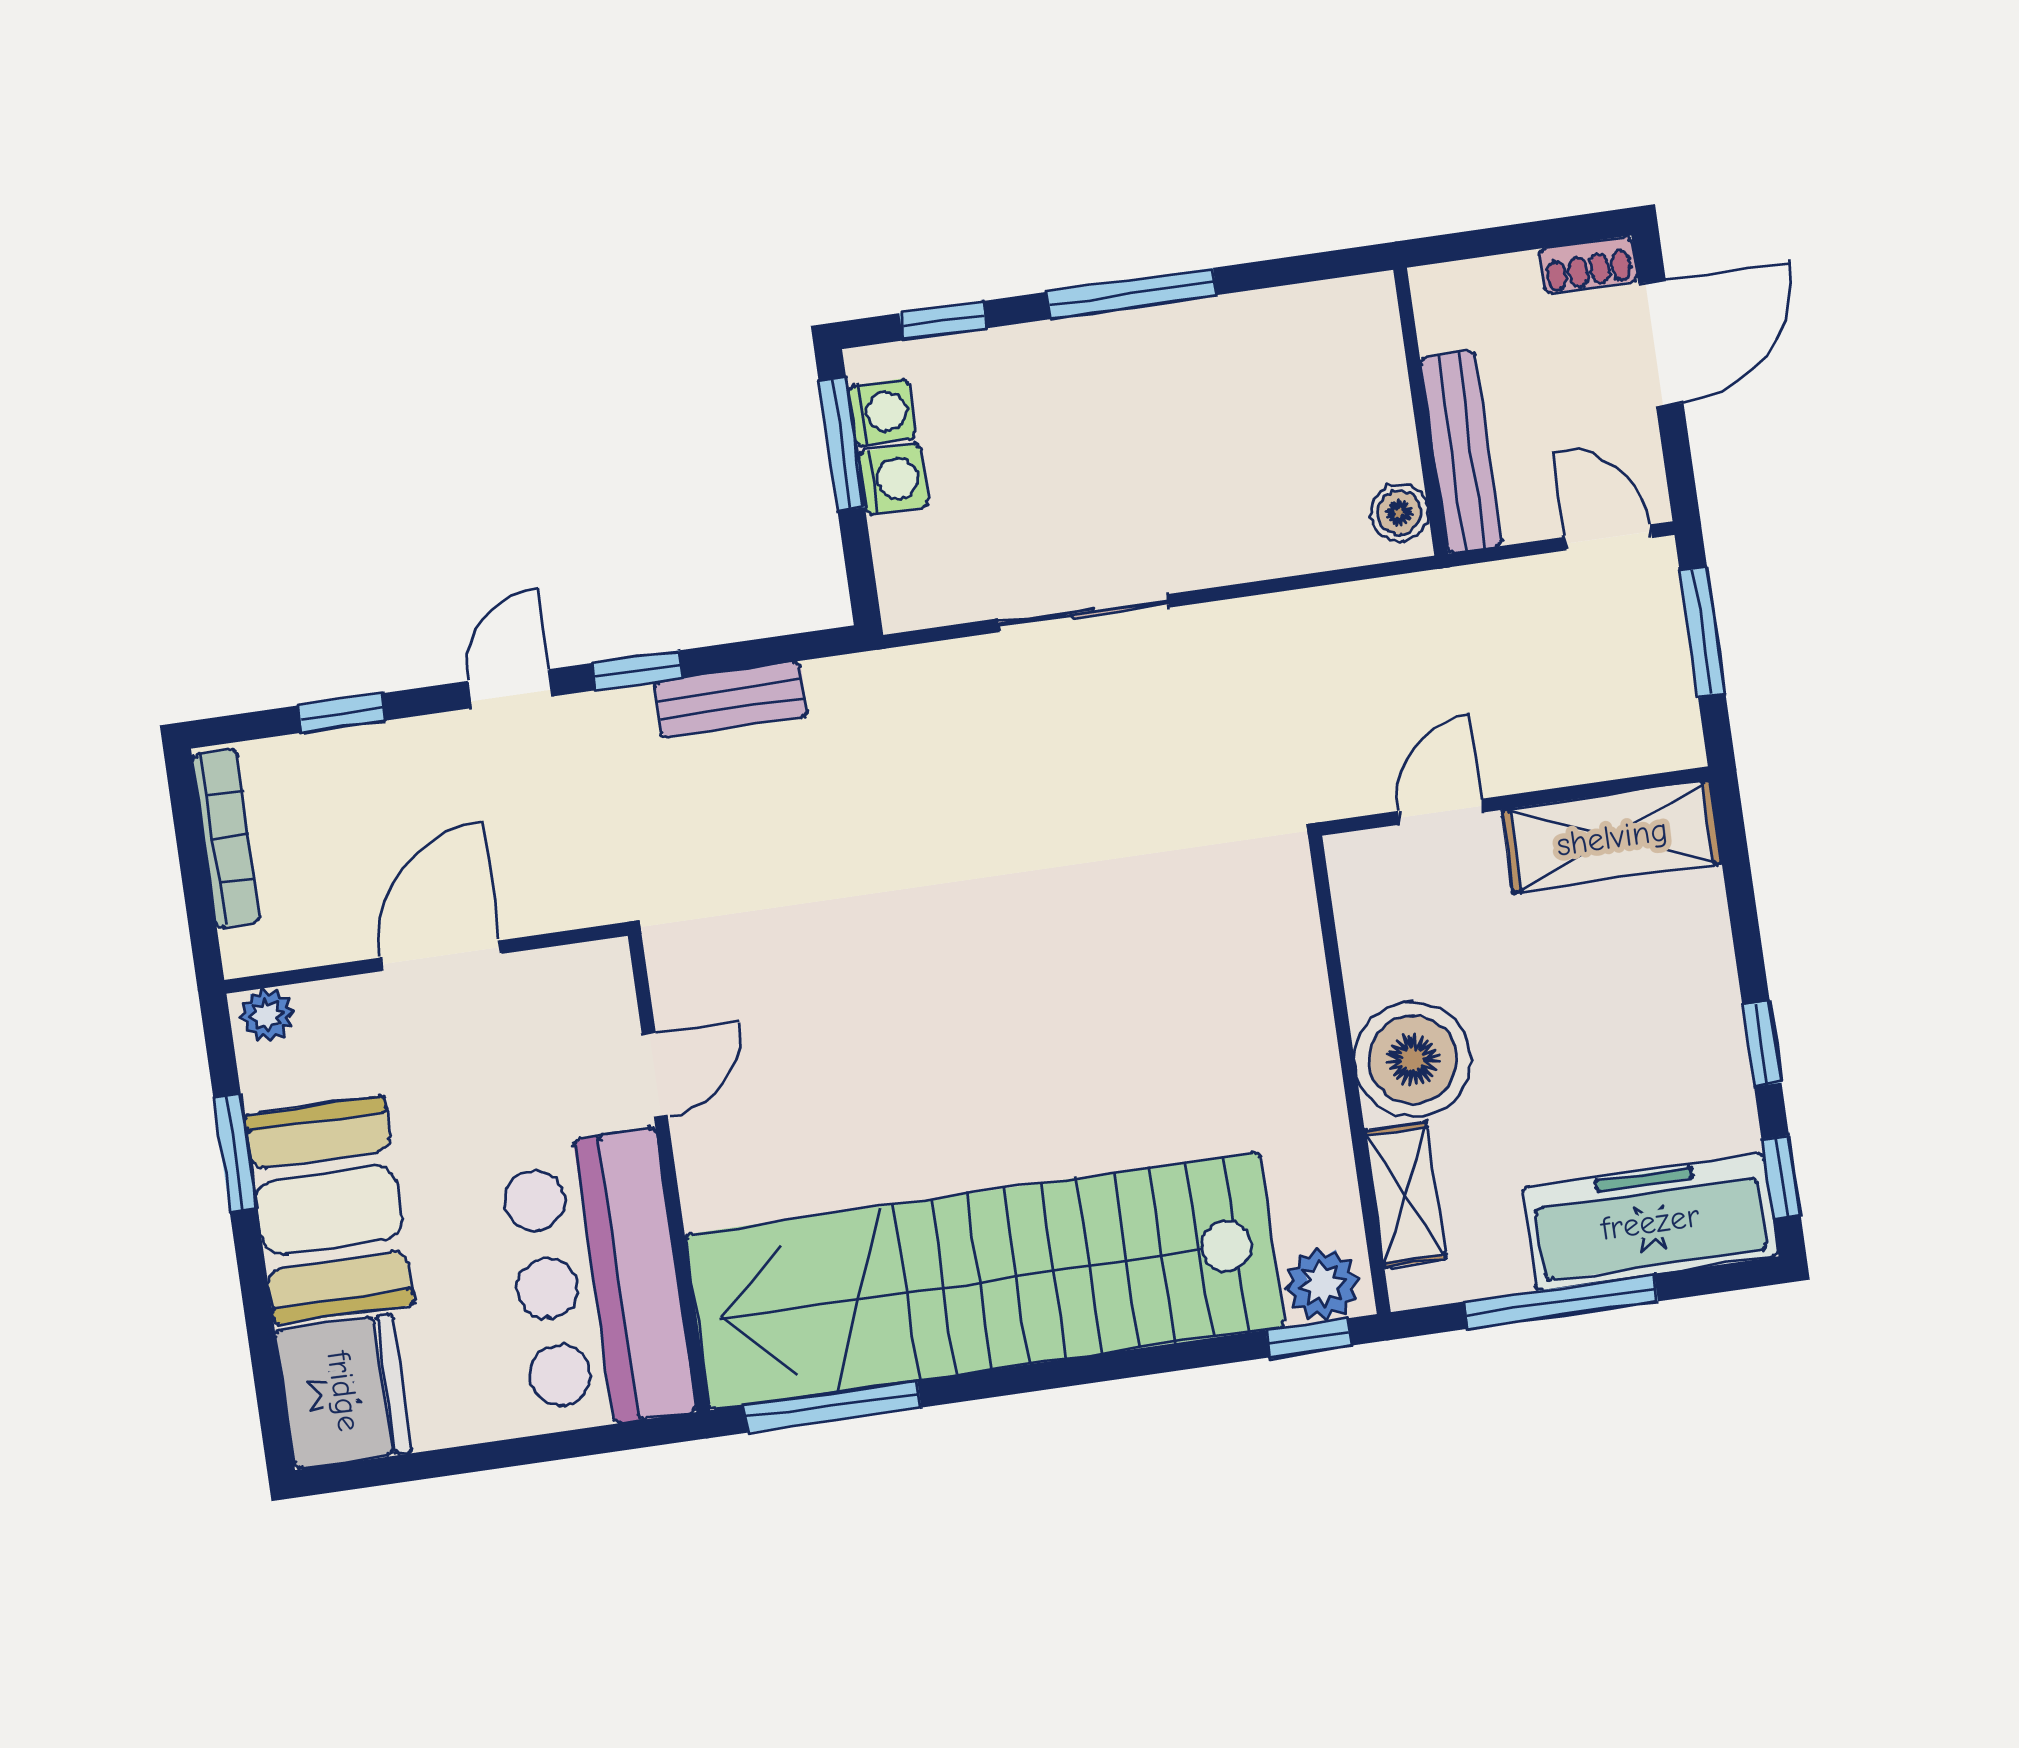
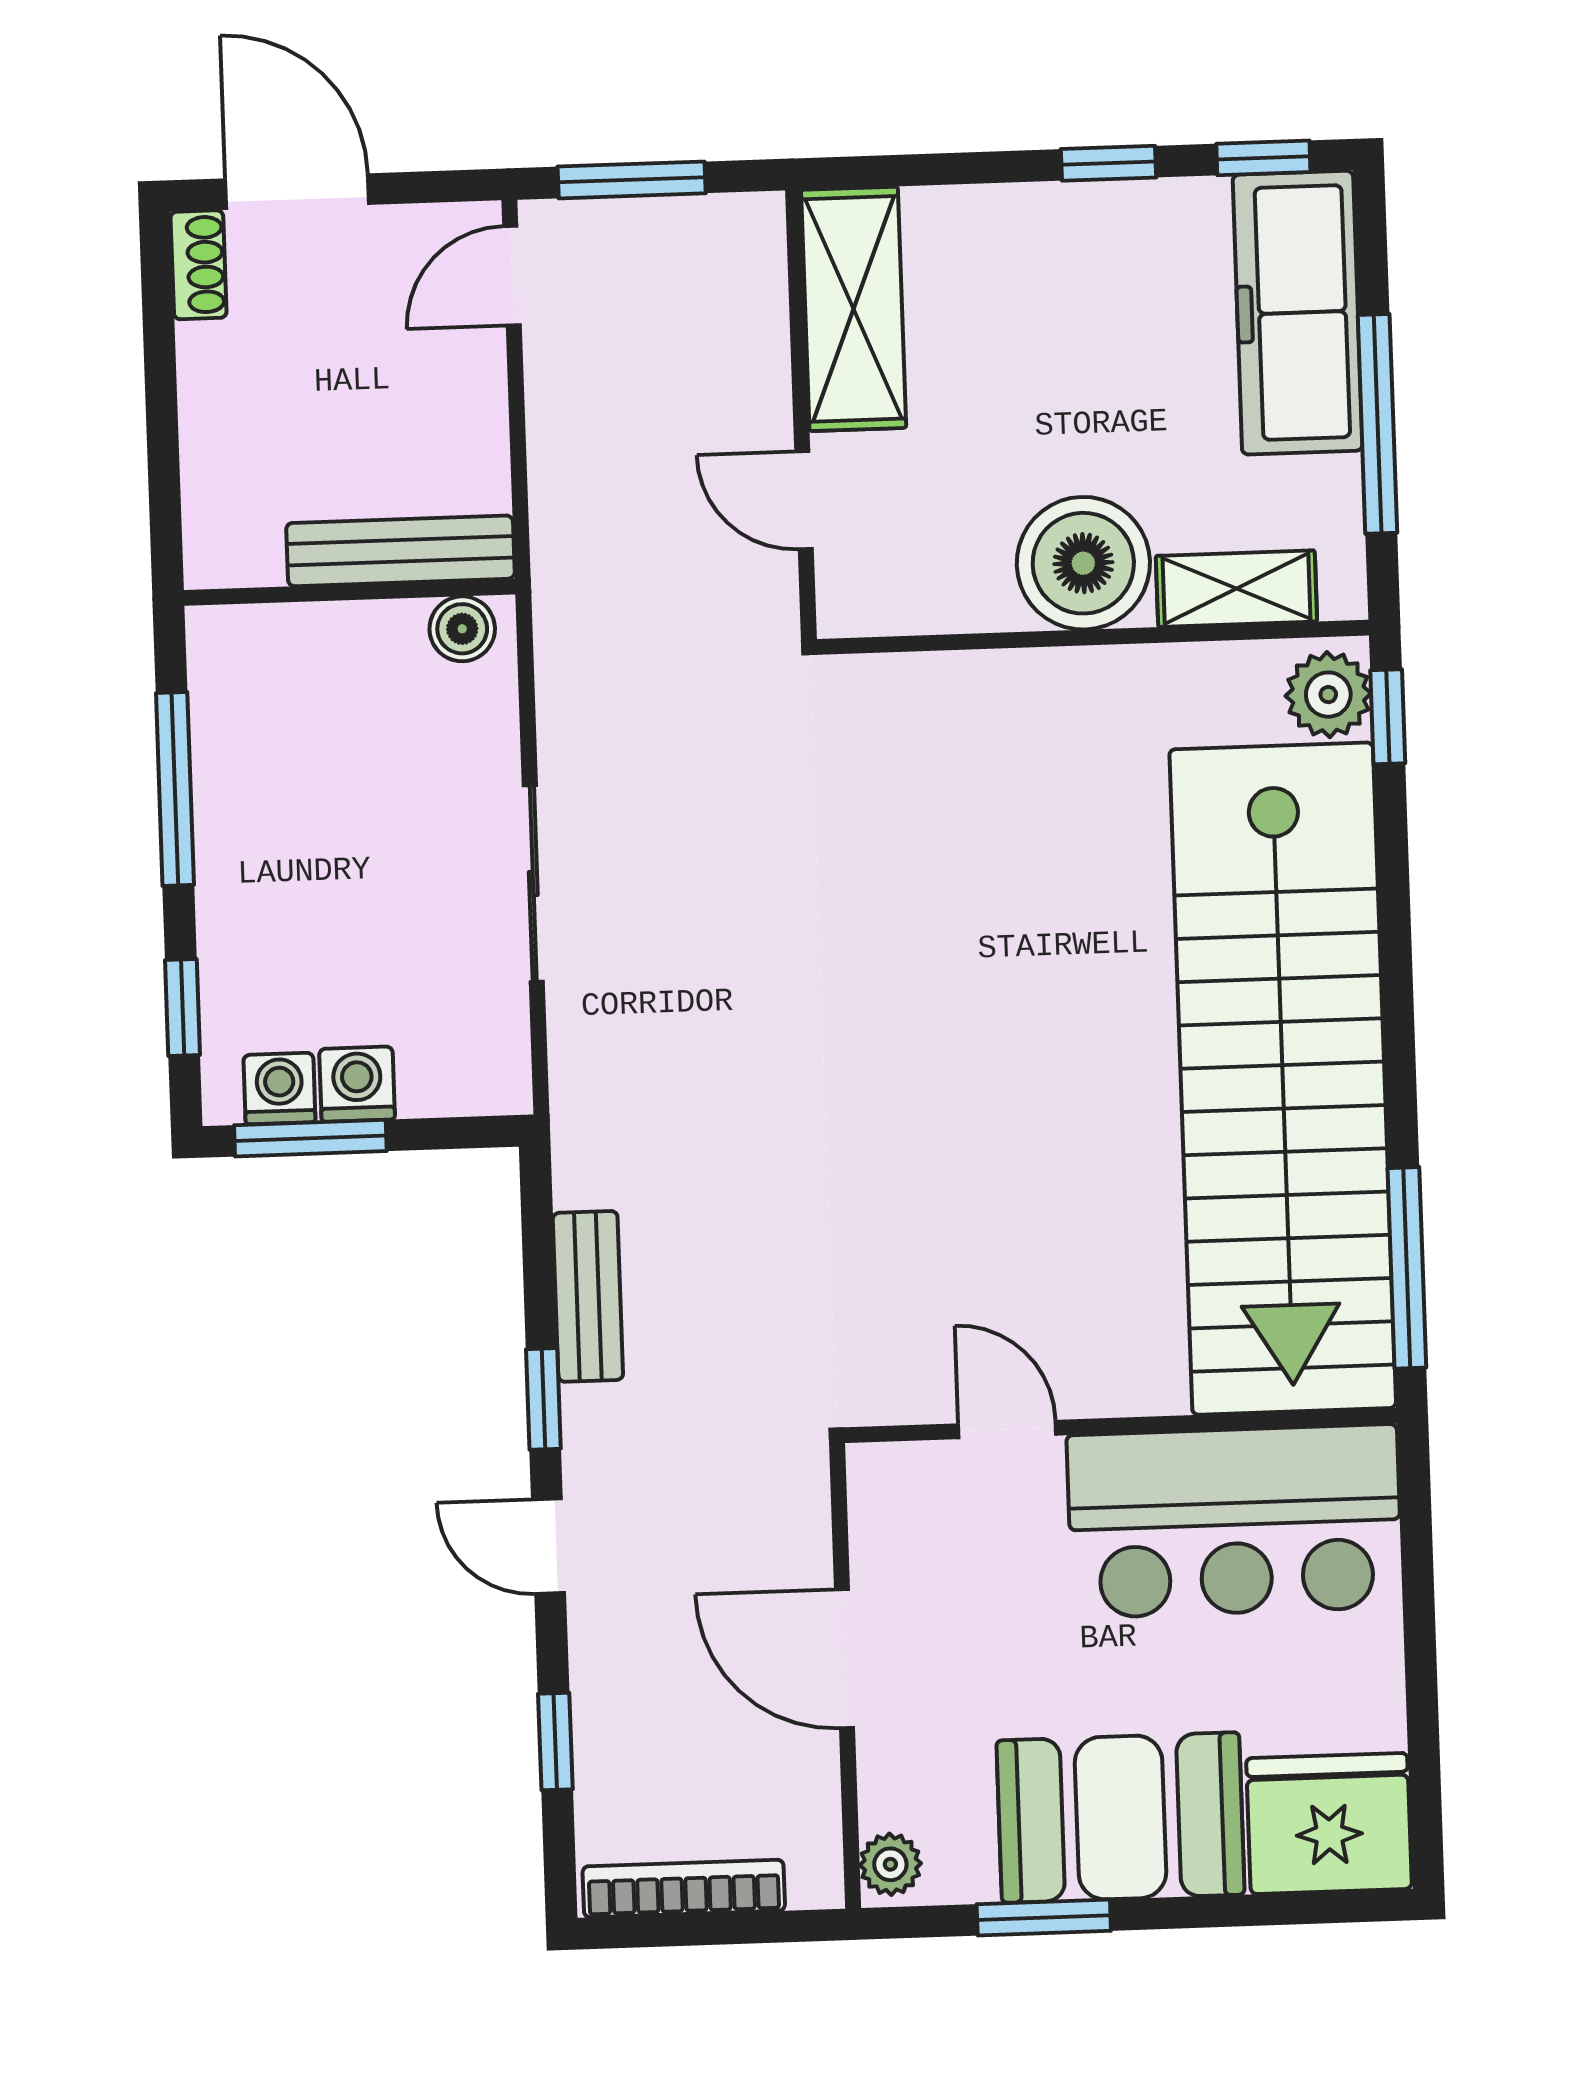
wall: (1421, 412) -> (350, 592), moved
bench: (1461, 452) -> (400, 551), moved
boiler: (1400, 513) -> (462, 629), moved

